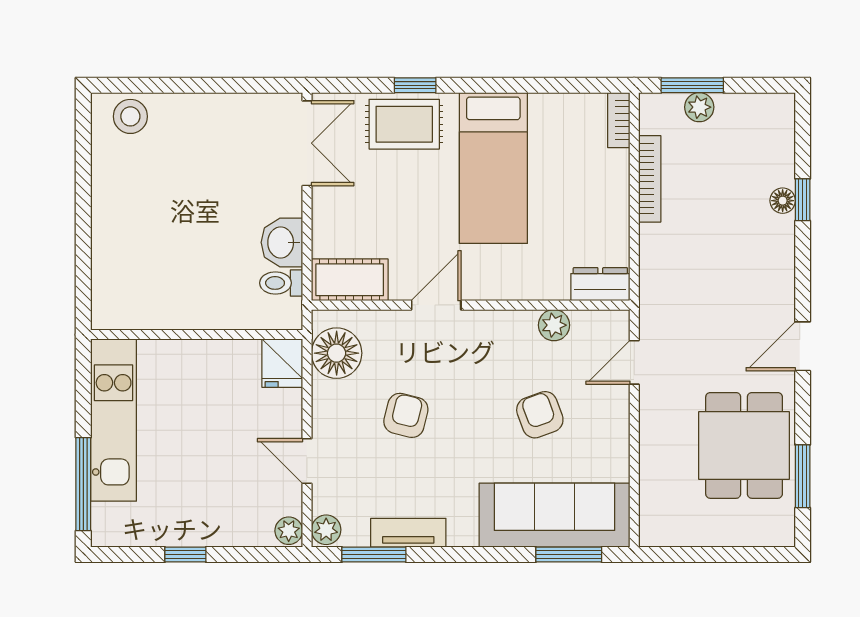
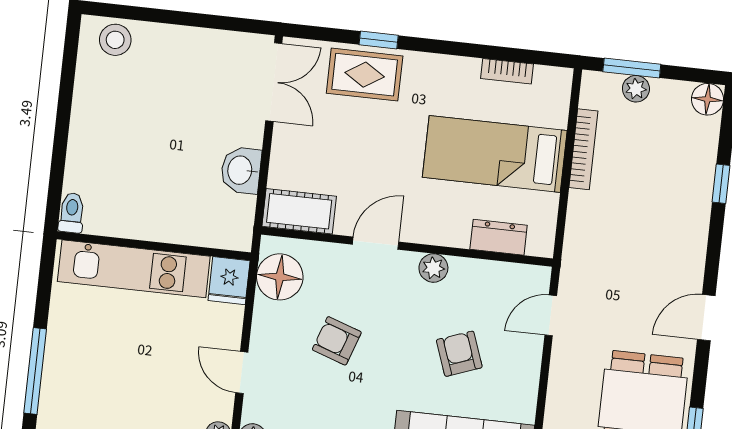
bookcase: (619, 120) -> (507, 71), moved, turned -90
bed: (493, 168) -> (495, 154), moved, turned 90
floor lamp: (783, 201) -> (707, 99), moved, width x1.37, depth x1.37
toilet: (281, 283) -> (72, 213), moved, turned 90
dresser: (600, 284) -> (499, 237), moved
plant: (554, 325) -> (433, 268), moved
armchair: (406, 415) -> (337, 341), turned -85
kitchen unit: (114, 420) -> (134, 269), moved, turned 90

